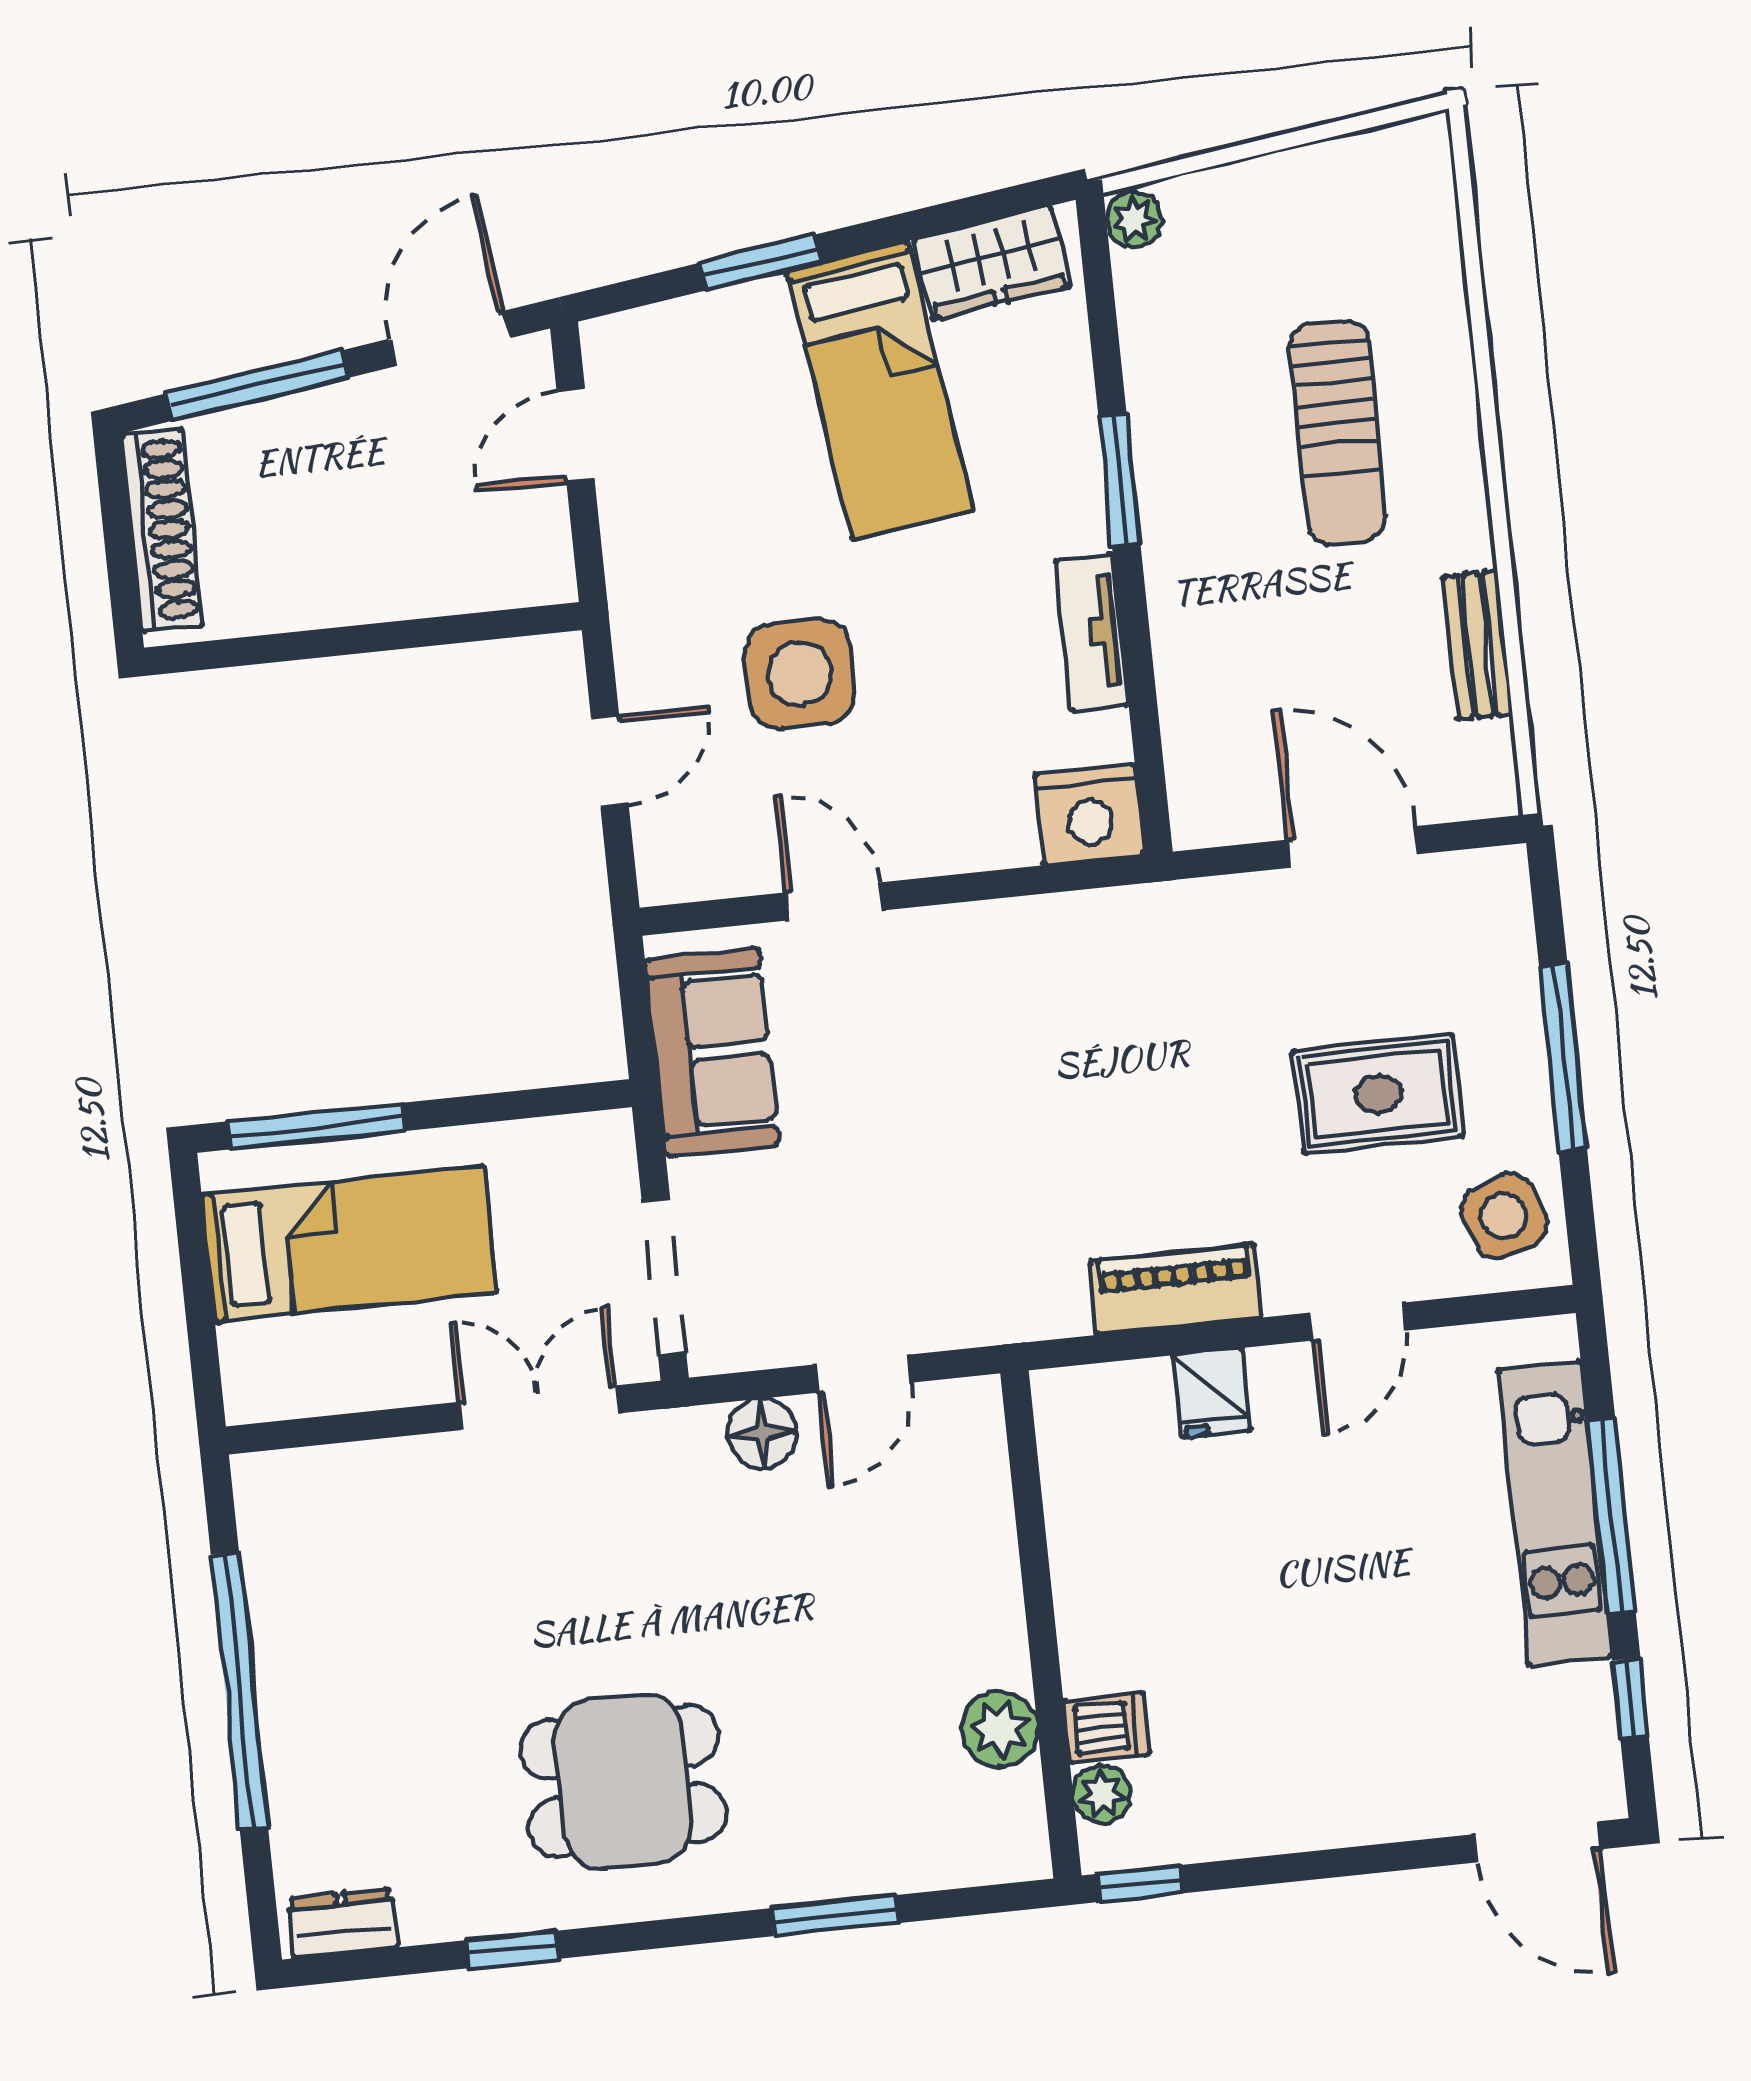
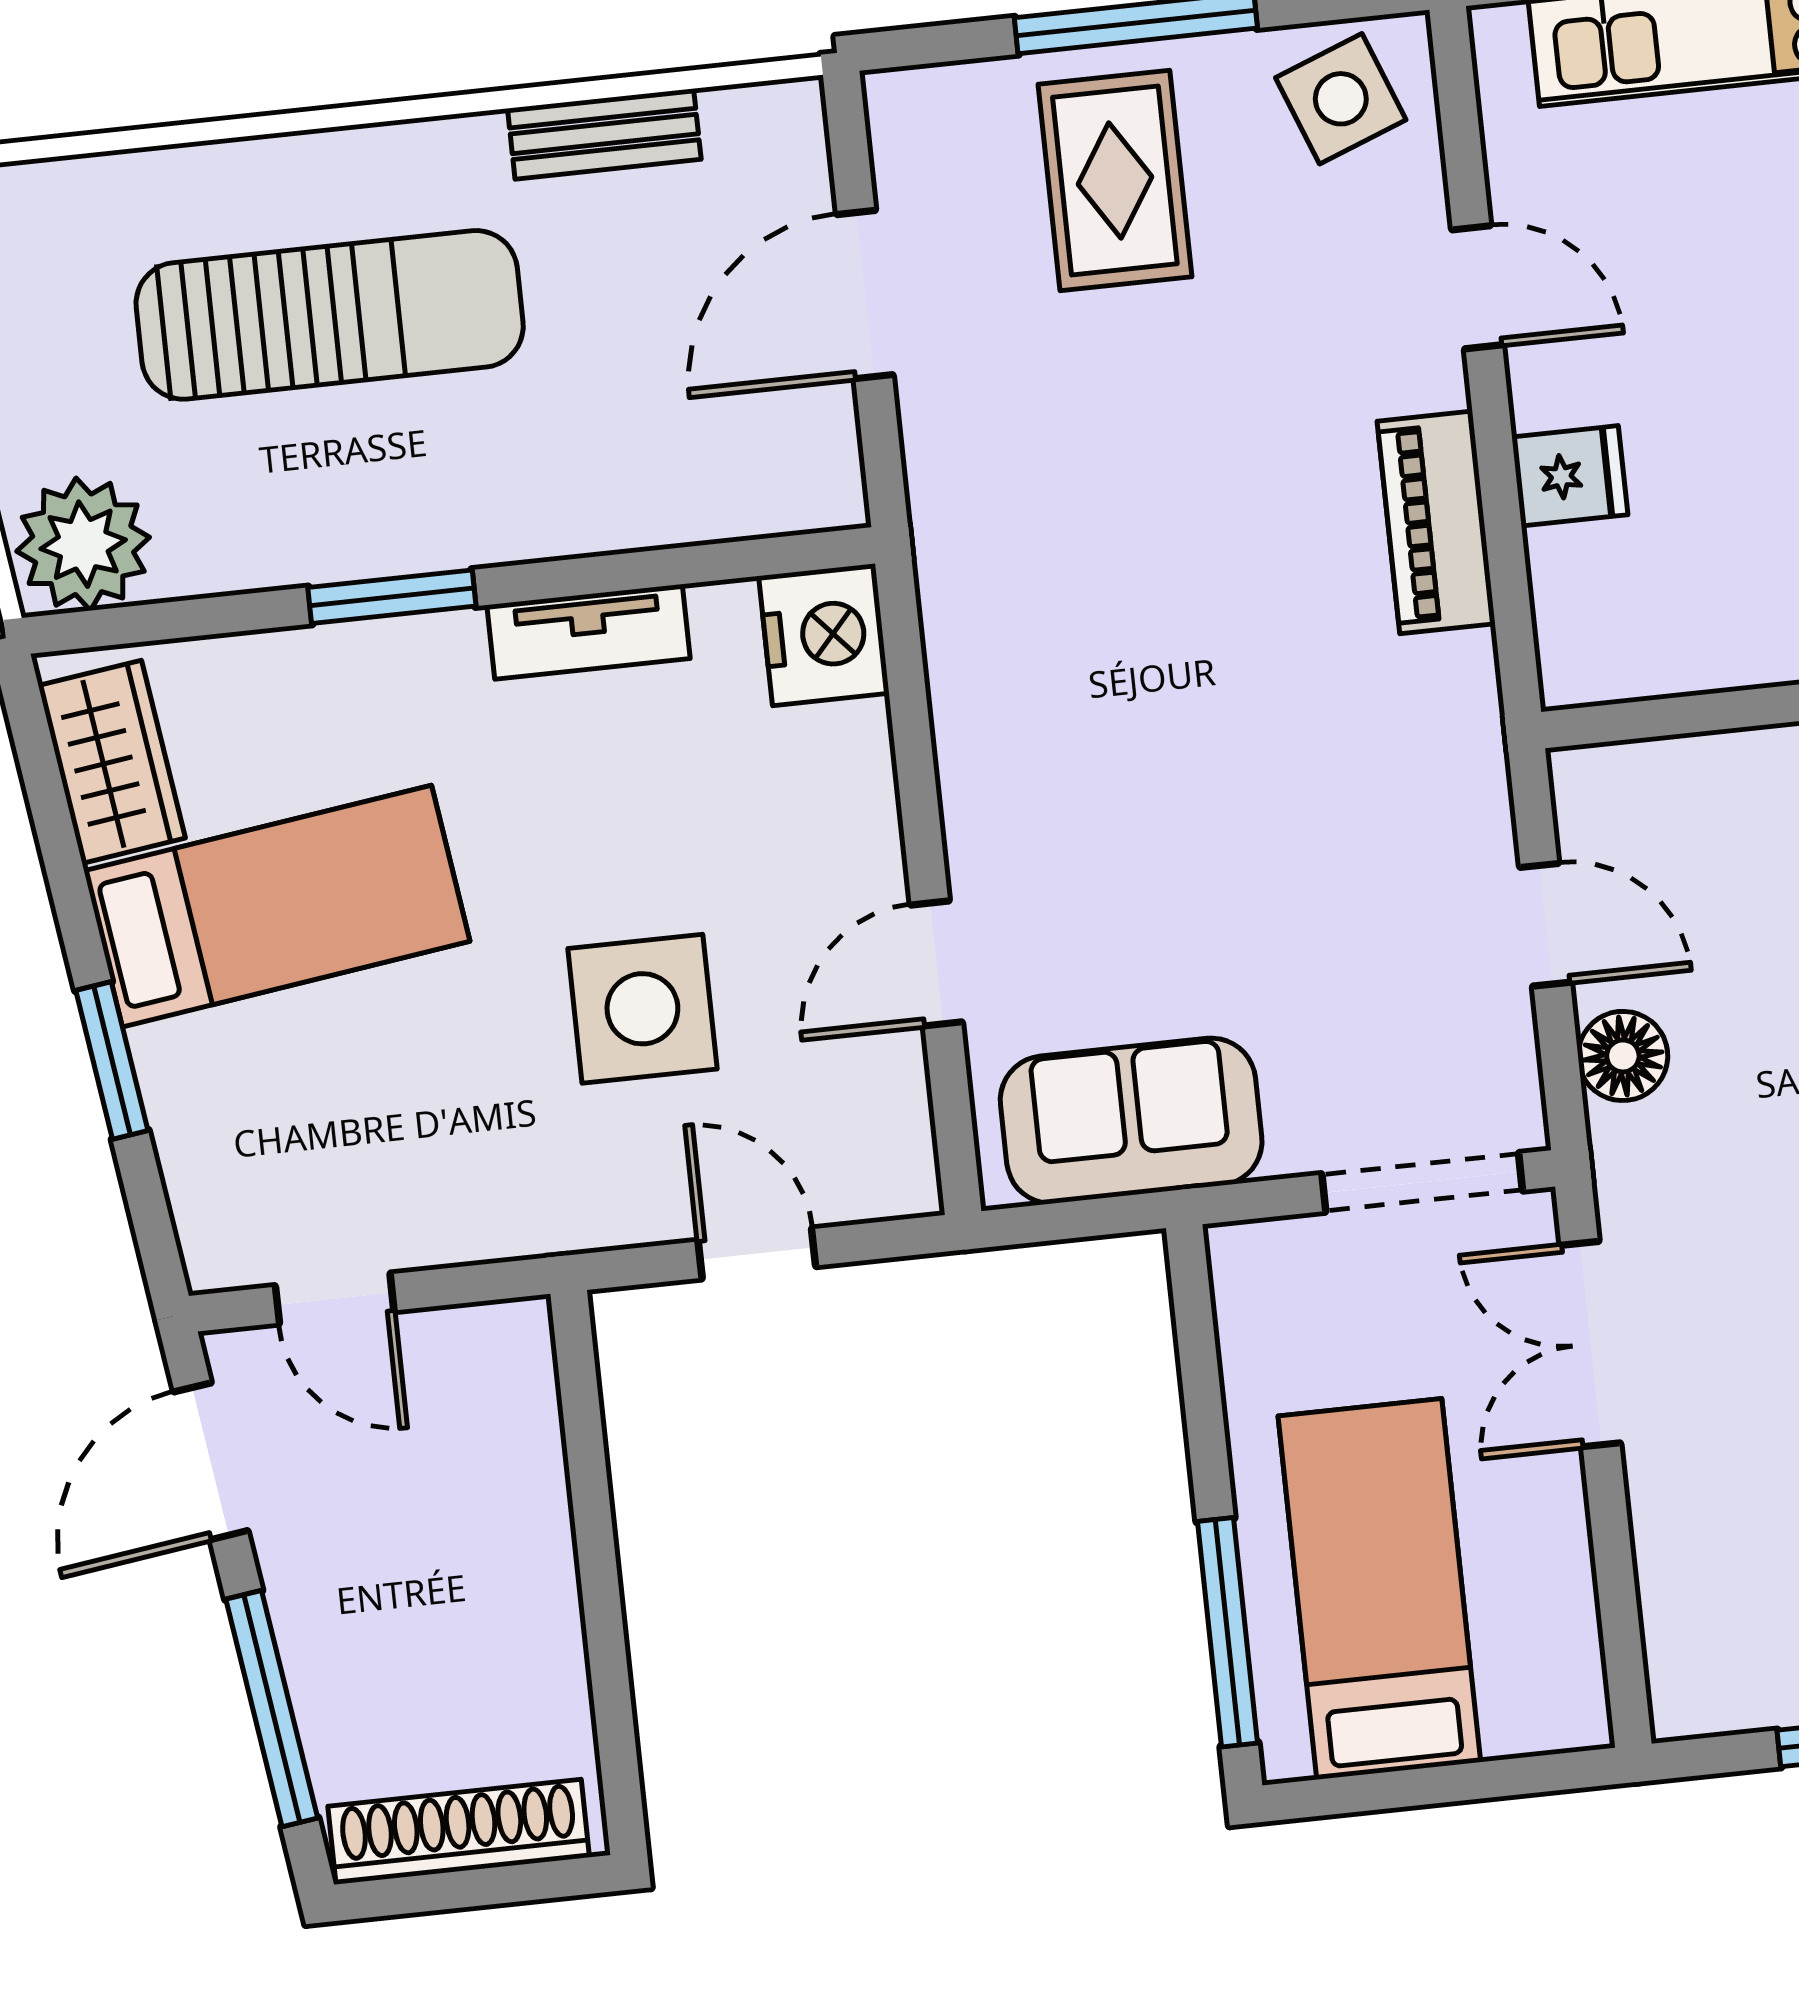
plant: (1134, 219) -> (83, 544), width x1.87, depth x1.87
door: (450, 338) -> (211, 1461), hinge flipped
sun lounger: (1338, 432) -> (330, 315), width x1.36, depth x1.34
rug: (1378, 1094) -> (1115, 180), moved

